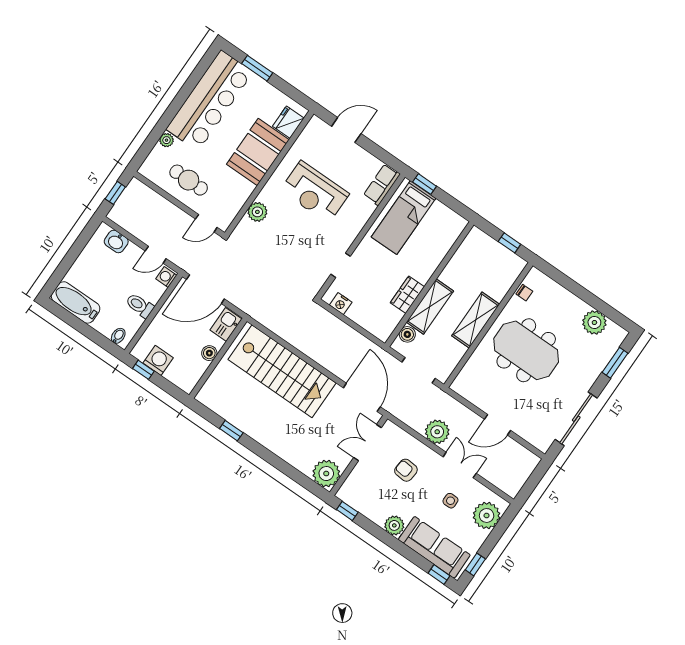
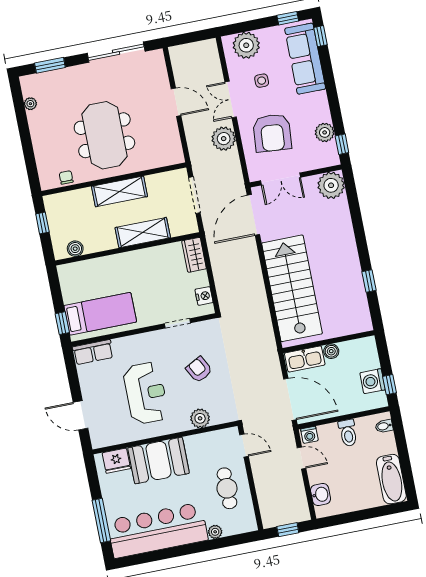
window: (257, 68) -> (101, 521), width x1.44
armchair: (292, 247) -> (199, 370), added
wardrobe: (407, 295) -> (194, 255), moved, turned 90
plant: (594, 322) -> (30, 104), width x0.53, depth x0.53
kitchen sink: (226, 325) -> (305, 359), width x1.38
boiler: (407, 334) -> (75, 249), moved
armchair: (406, 470) -> (272, 133), width x1.88, depth x1.88
plant: (394, 525) -> (325, 132), moved

